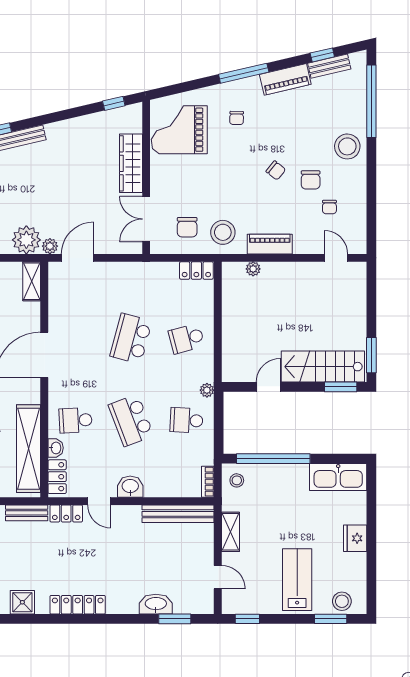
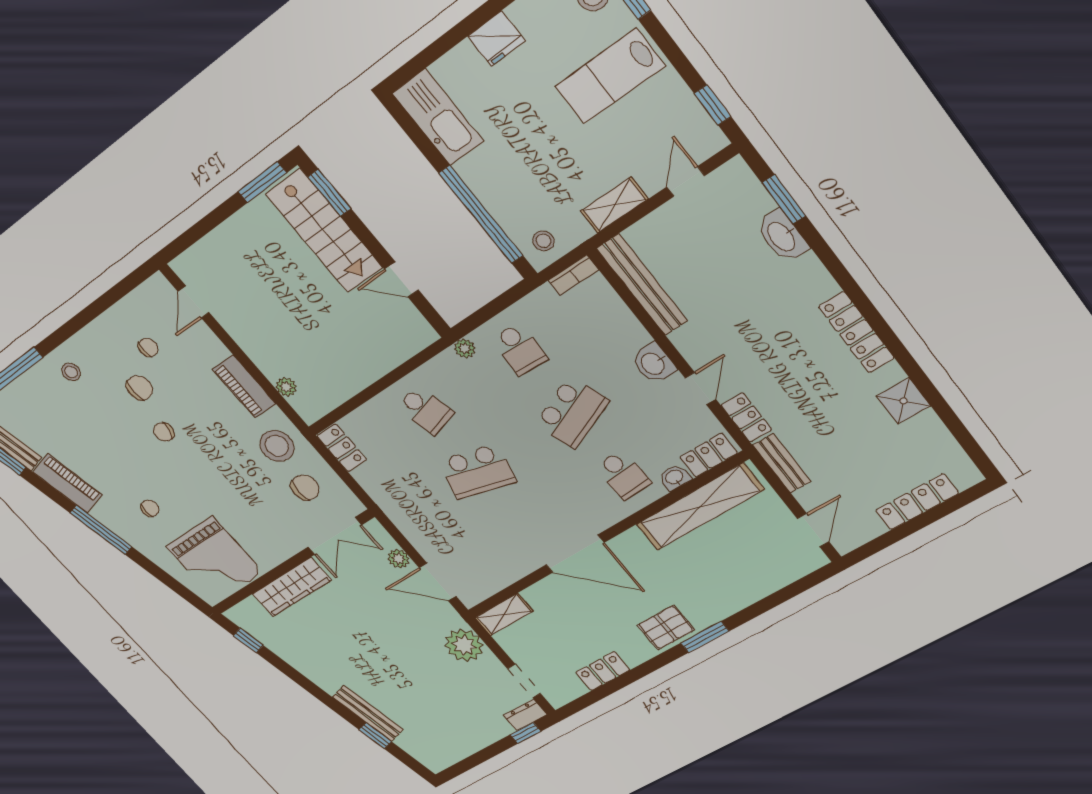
stool: (347, 146) -> (71, 372), width x0.53, depth x0.53
chair: (276, 170) -> (164, 432), turned -114
plant: (50, 246) -> (398, 559), moved

